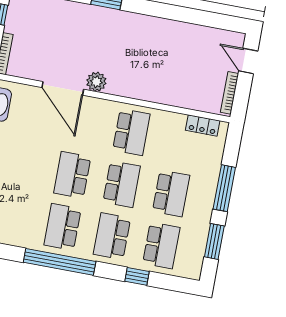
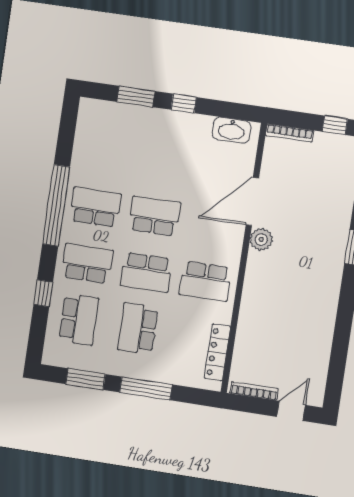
locker: (203, 125) -> (217, 352), width x1.53
school desk: (171, 193) -> (138, 328), turned 90
school desk: (161, 245) -> (79, 319), turned -90

